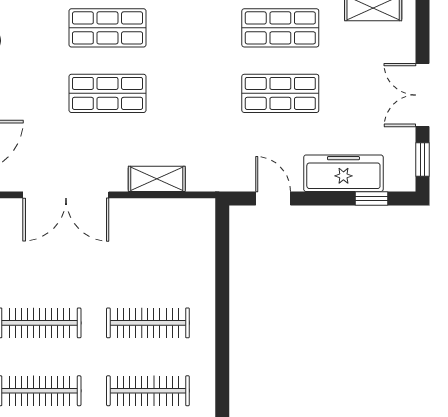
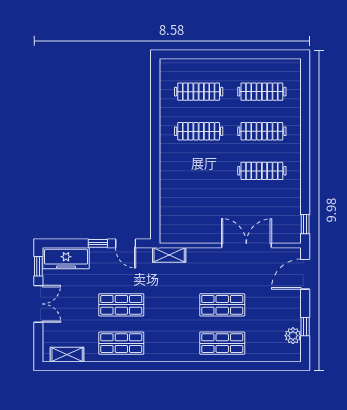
freezer: (343, 173) -> (66, 258), moved
shelving: (157, 179) -> (169, 255), moved
window: (372, 198) -> (98, 243), moved
clothes rail: (148, 323) -> (199, 171), removed

